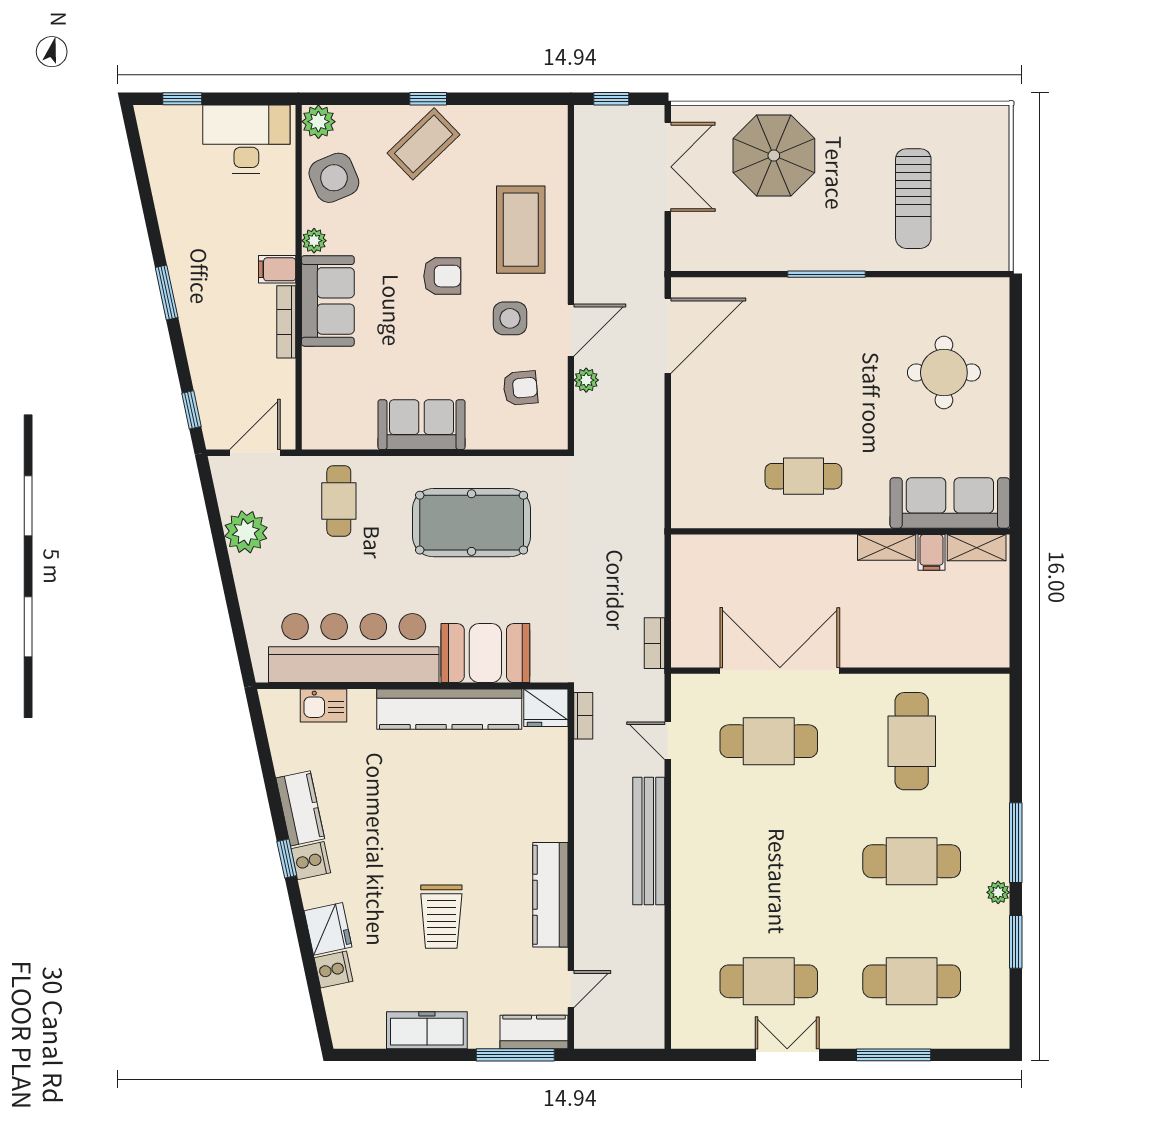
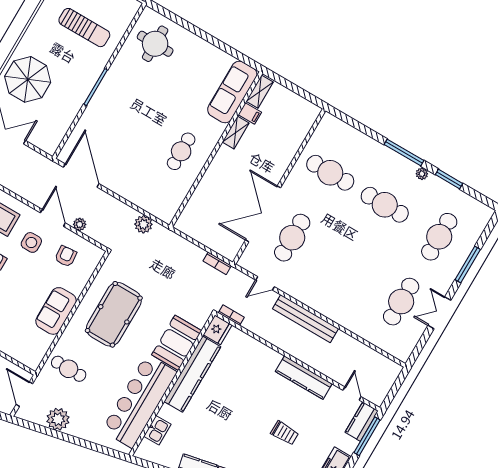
round table: (944, 373) -> (155, 44), moved
plant: (648, 485) -> (143, 224), added
cafe table: (912, 861) -> (385, 205), turned 90
trolley: (441, 917) -> (285, 433), width x0.73, depth x0.72

